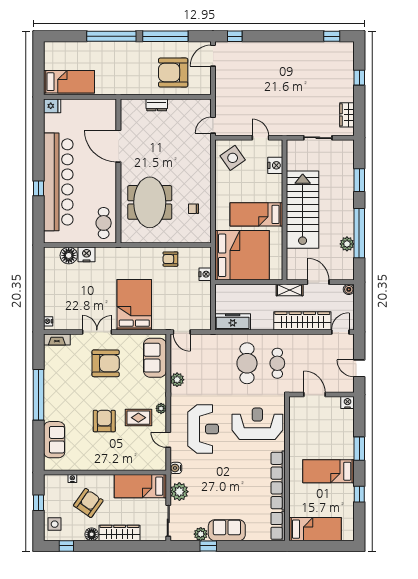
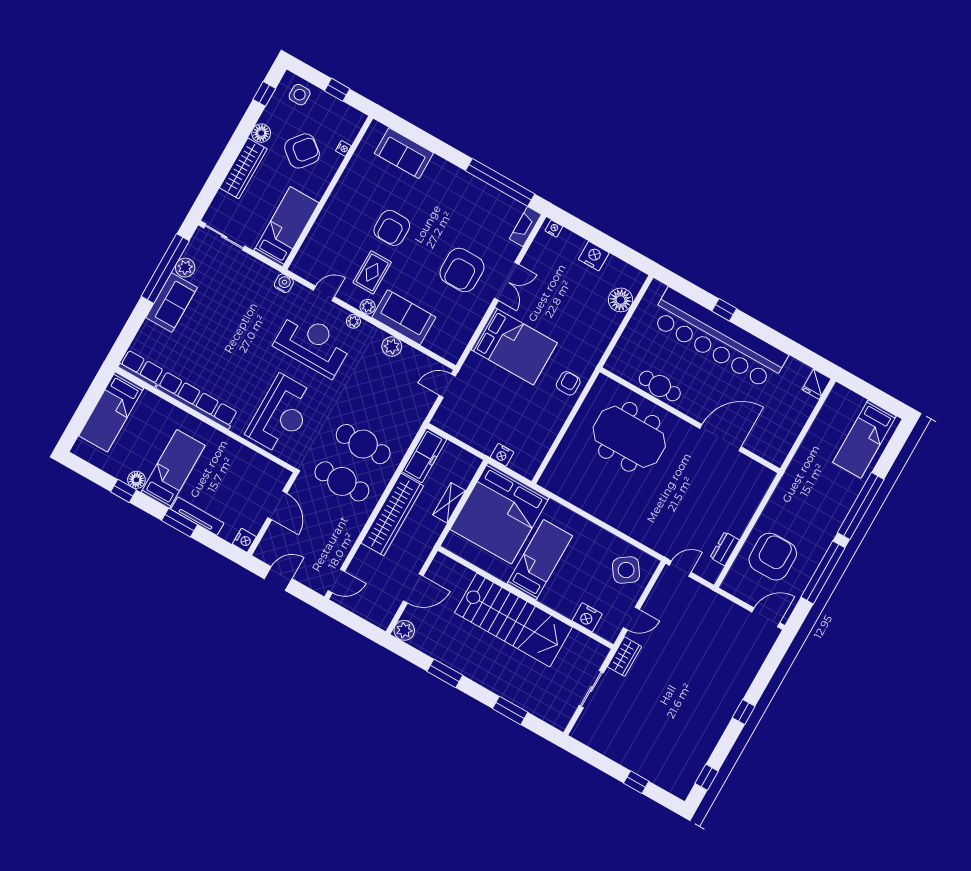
window: (235, 36) -> (744, 712), moved
door: (213, 56) -> (766, 617), hinge flipped
bed: (69, 82) -> (864, 439), moved
dresser: (157, 105) -> (725, 549), moved
wardrobe: (347, 115) -> (624, 656), moved, turned 90
door: (213, 125) -> (680, 569), hinge flipped
chair: (194, 209) -> (591, 486), removed
cafe table: (104, 223) -> (660, 386), moved
window: (359, 233) -> (445, 673), width x0.47
plant: (347, 244) -> (404, 630), moved
nightstand: (87, 254) -> (594, 256), moved, turned -90
armchair: (170, 259) -> (568, 383), moved
boiler: (349, 289) -> (383, 621), removed
shelving: (290, 290) -> (449, 503), moved
wardrobe: (302, 321) -> (392, 514), moved
door: (340, 332) -> (336, 581), hinge flipped
sofa: (155, 358) -> (404, 317), moved
cafe table: (277, 363) -> (342, 481), width x1.37, depth x1.35
window: (39, 395) -> (500, 182), moved
door: (315, 395) -> (277, 505), hinge flipped
armchair: (104, 421) -> (392, 228), turned 90
reception desk: (203, 429) -> (313, 344), turned 180
tv unit: (349, 440) -> (197, 516), added
floor lamp: (348, 490) -> (136, 480), added
plant: (179, 492) -> (353, 321), moved, width x0.53, depth x0.53
armchair: (88, 503) -> (302, 151), turned -86
window: (208, 546) -> (165, 269), width x3.17

